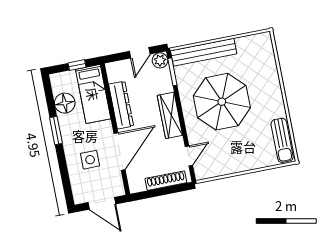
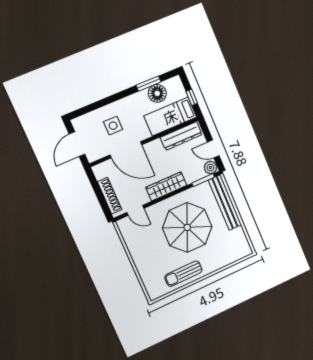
dresser: (121, 105) -> (181, 136), moved
window: (56, 131) -> (149, 84), moved
sun lounger: (282, 140) -> (183, 274), moved

